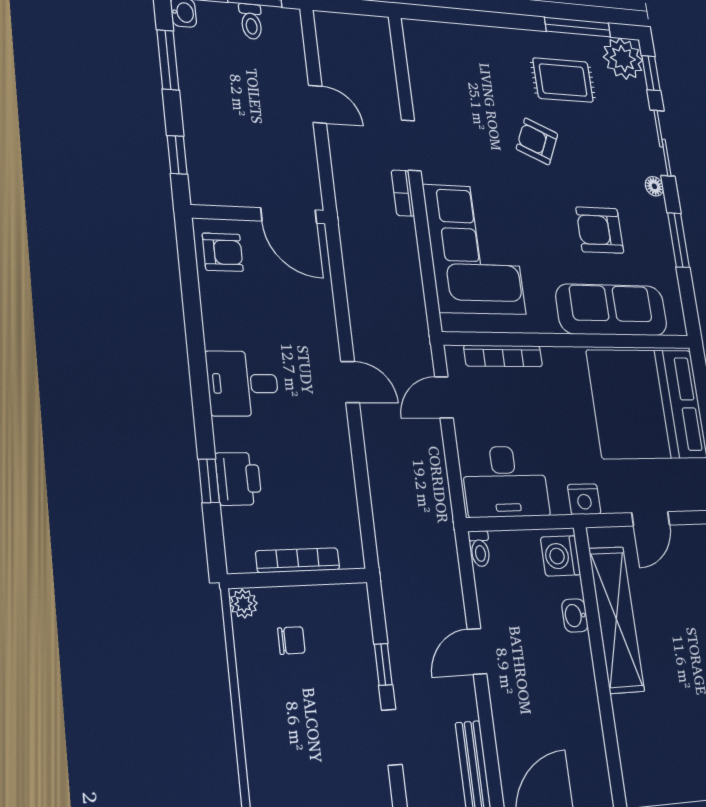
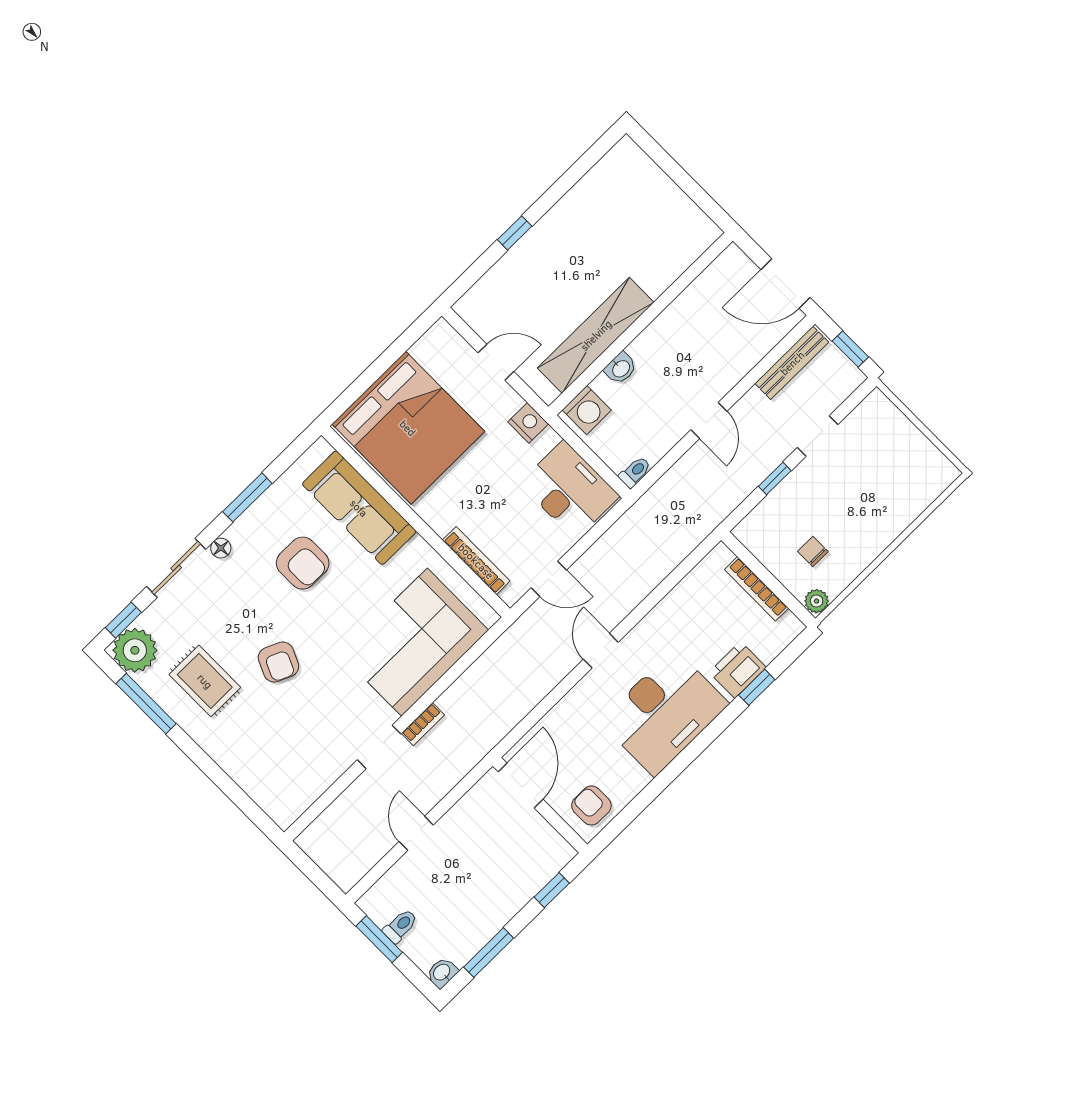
desk: (243, 384) -> (664, 713), width x1.87, depth x1.30
door: (477, 651) -> (709, 420), hinge flipped

